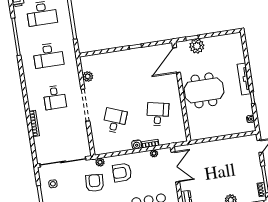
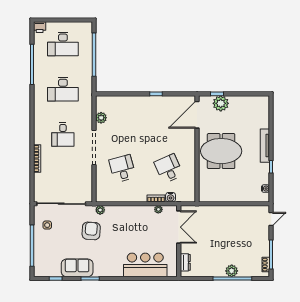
desk: (158, 114) -> (169, 169), turned -36
desk: (115, 121) -> (122, 169), turned -36
water cooler: (137, 145) -> (171, 197), moved
armchair: (122, 173) -> (122, 224), removed

